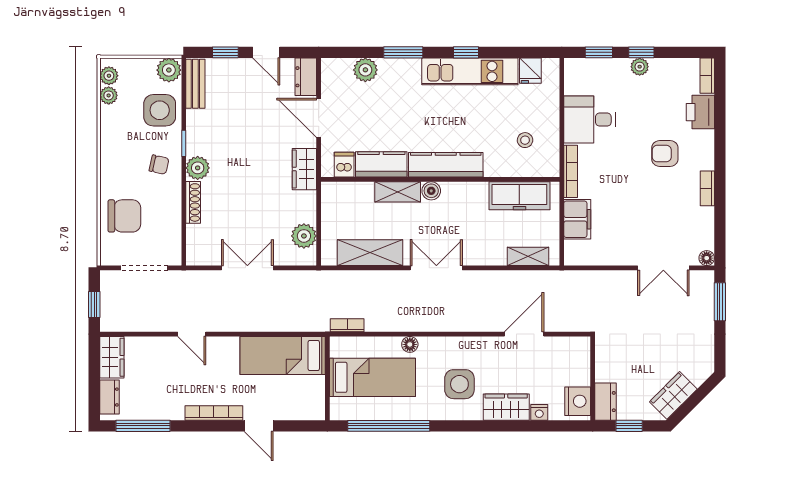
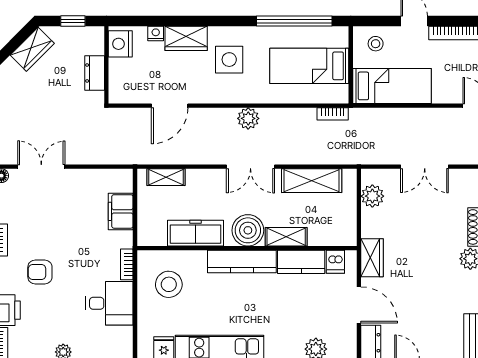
stool: (525, 140) -> (169, 284), width x1.89, depth x1.89
armchair: (665, 153) -> (40, 272), turned 180
bookcase: (571, 171) -> (127, 264), width x0.64
boiler: (431, 191) -> (248, 230), width x1.86, depth x1.86
freezer: (519, 196) -> (195, 233), moved
plant: (439, 320) -> (248, 118), added
floor lamp: (410, 344) -> (275, 96), removed
stool: (301, 401) -> (376, 44), added
dresser: (605, 402) -> (95, 73), moved

